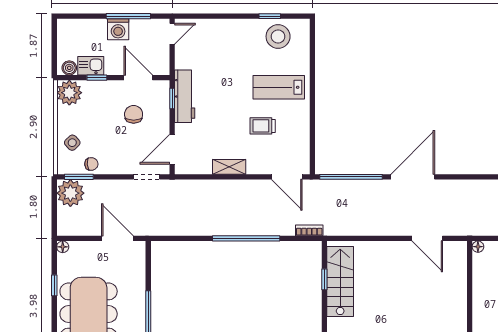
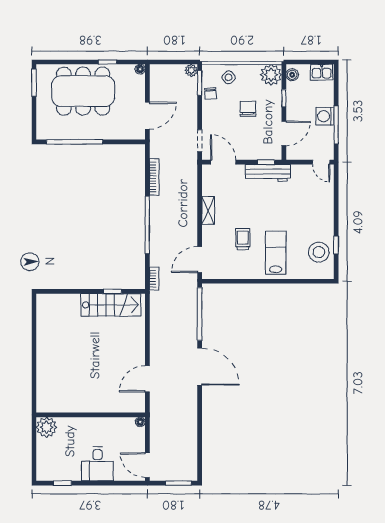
kitchen sink: (91, 66) -> (322, 72), moved, turned 90
chair: (134, 114) -> (248, 109), moved, turned -90
plant: (70, 193) -> (191, 70), width x0.53, depth x0.53
bookcase: (190, 230) -> (154, 177), added

